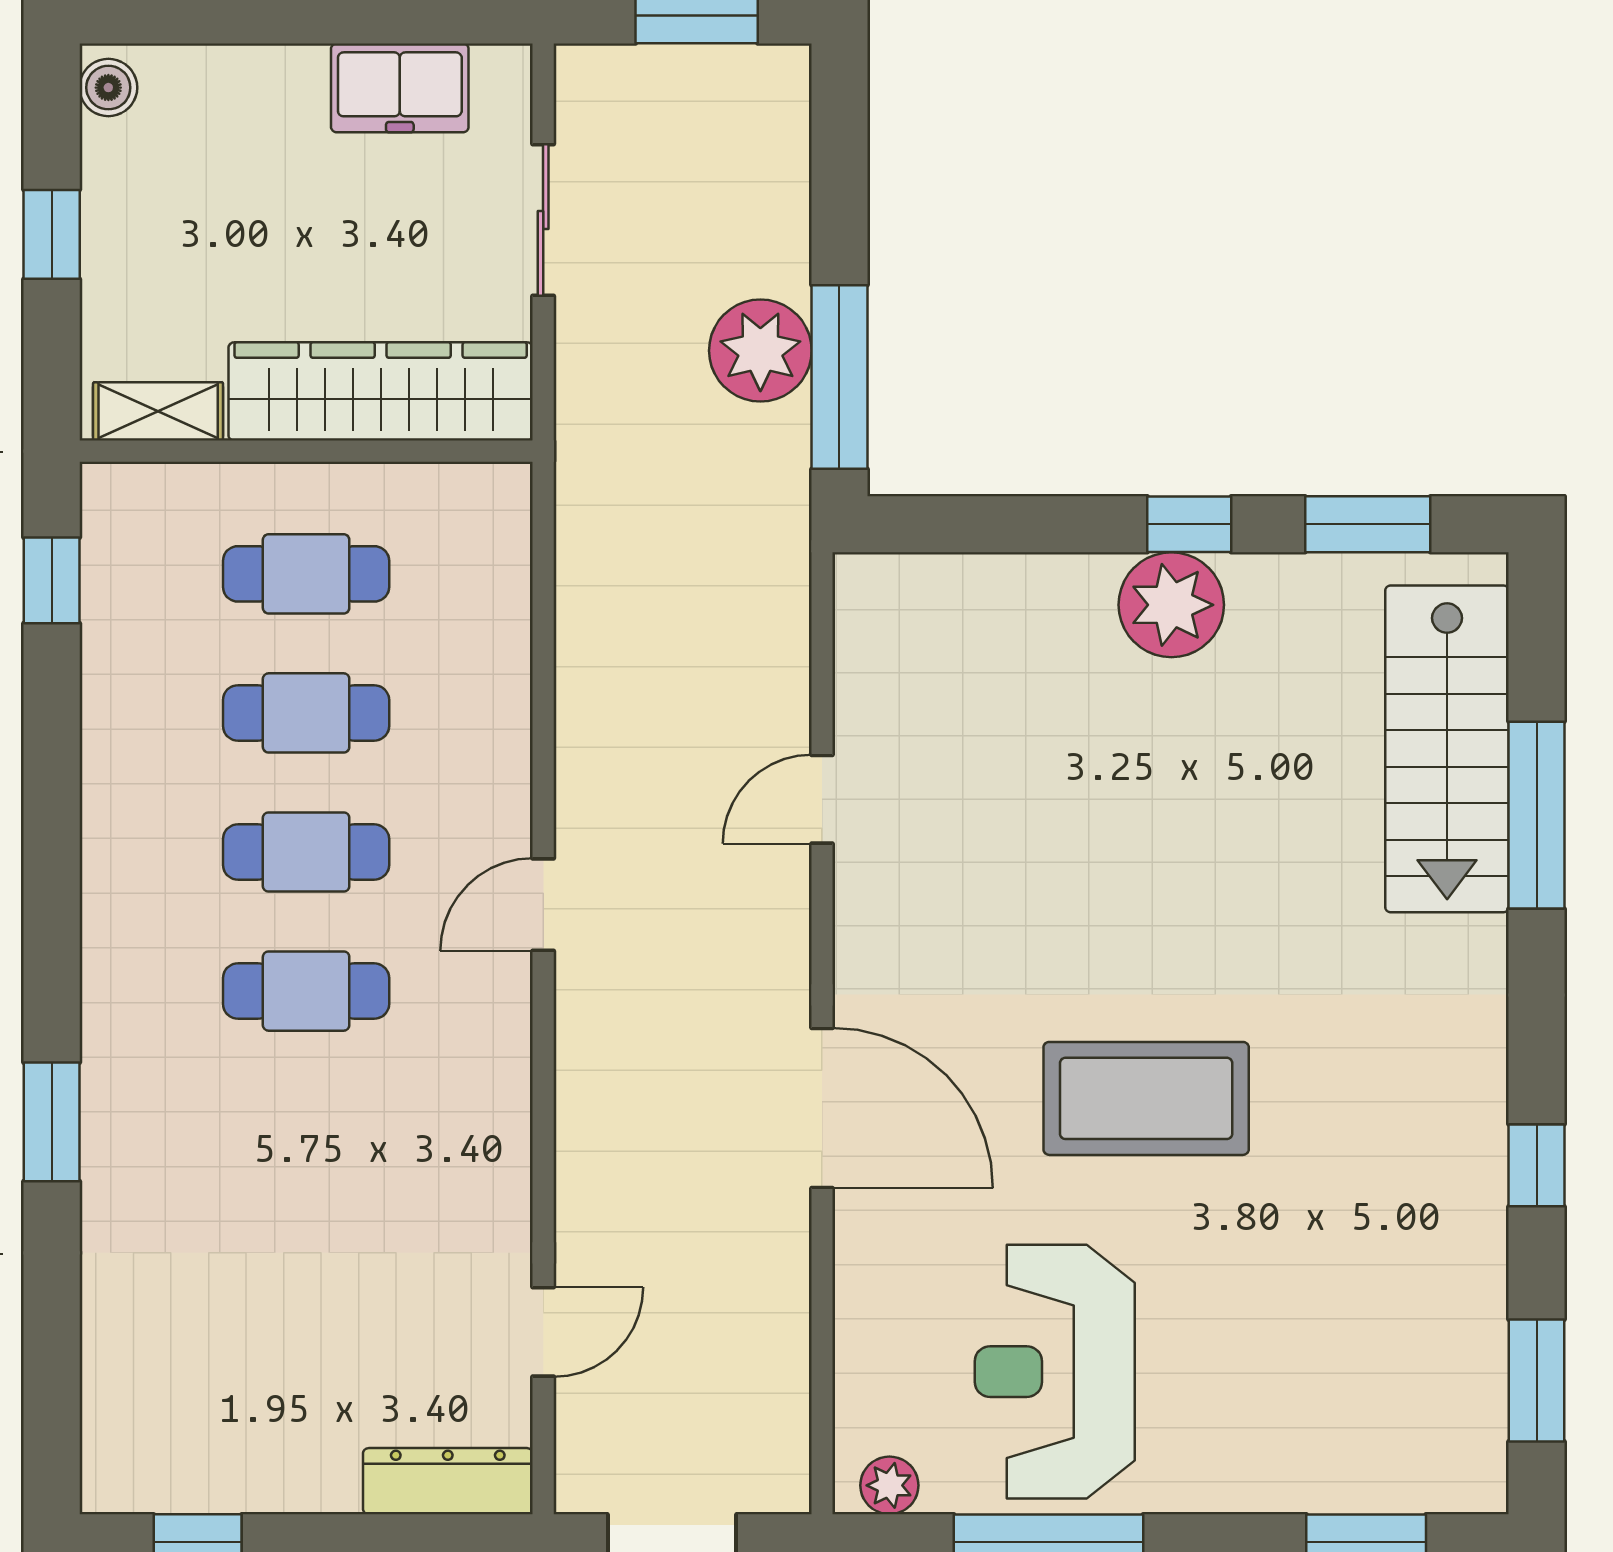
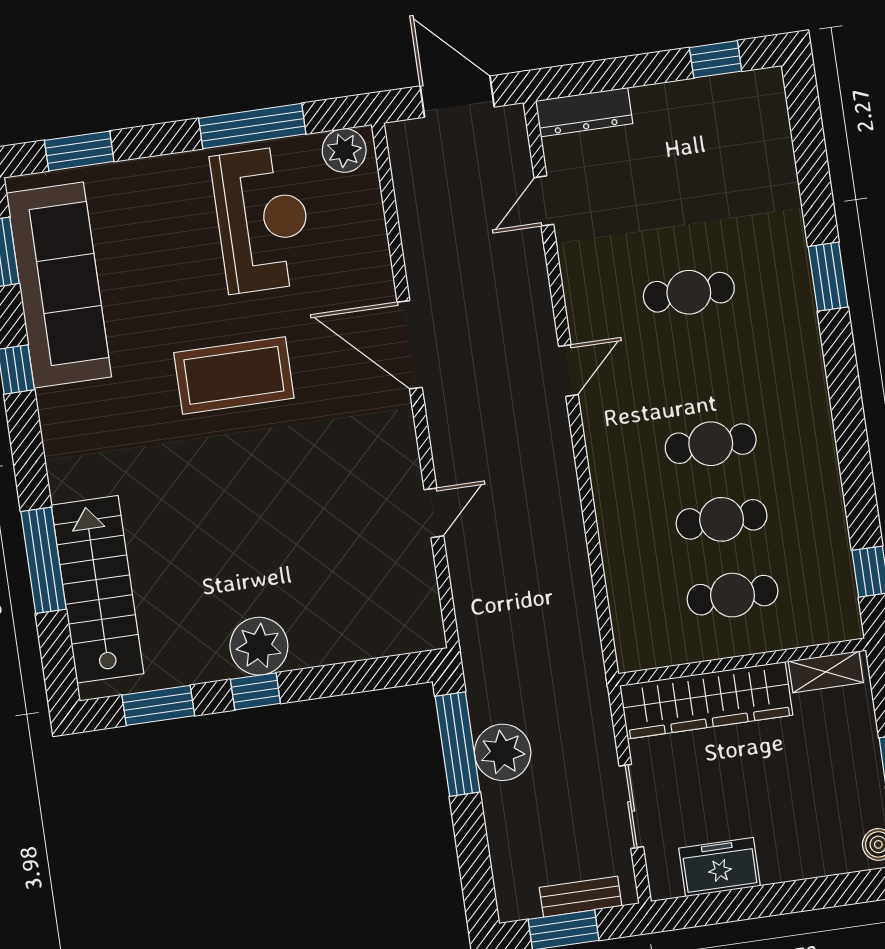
bench: (658, 71) -> (581, 897), added
door: (543, 905) -> (568, 371), moved
cafe table: (306, 991) -> (689, 292), moved
sofa: (1438, 1306) -> (59, 285), added
plant: (889, 1485) -> (344, 150), width x1.38, depth x1.38

